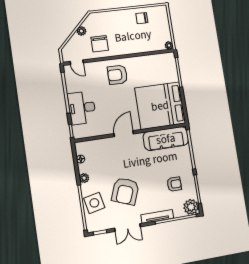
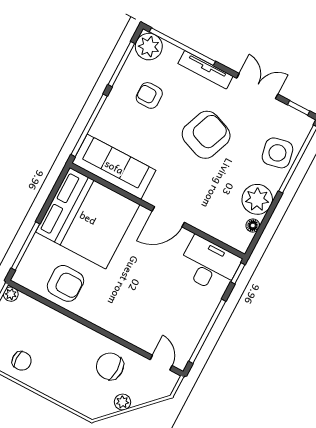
chair: (100, 44) -> (110, 366), turned -90
armchair: (117, 75) -> (65, 283), moved
desk: (82, 108) -> (209, 265), moved, turned -90
plant: (84, 178) -> (257, 199), width x1.88, depth x1.88
armchair: (125, 191) -> (206, 135), moved

